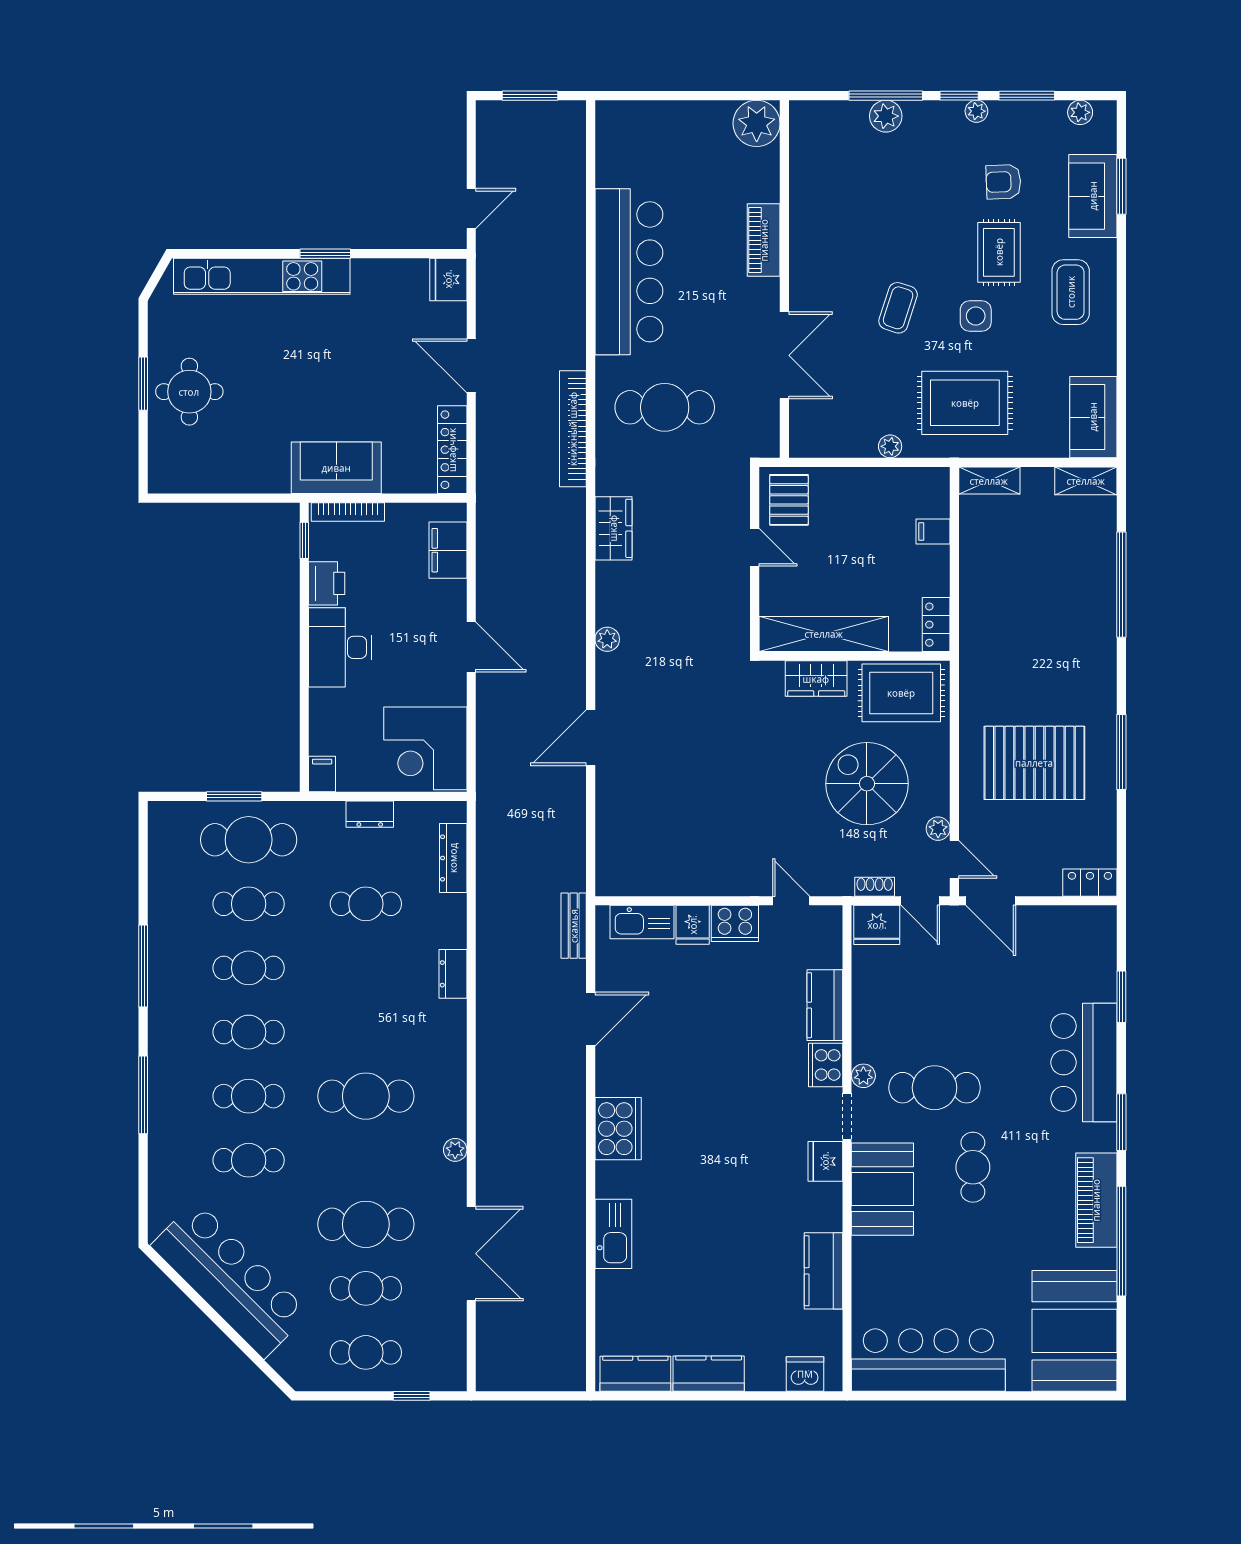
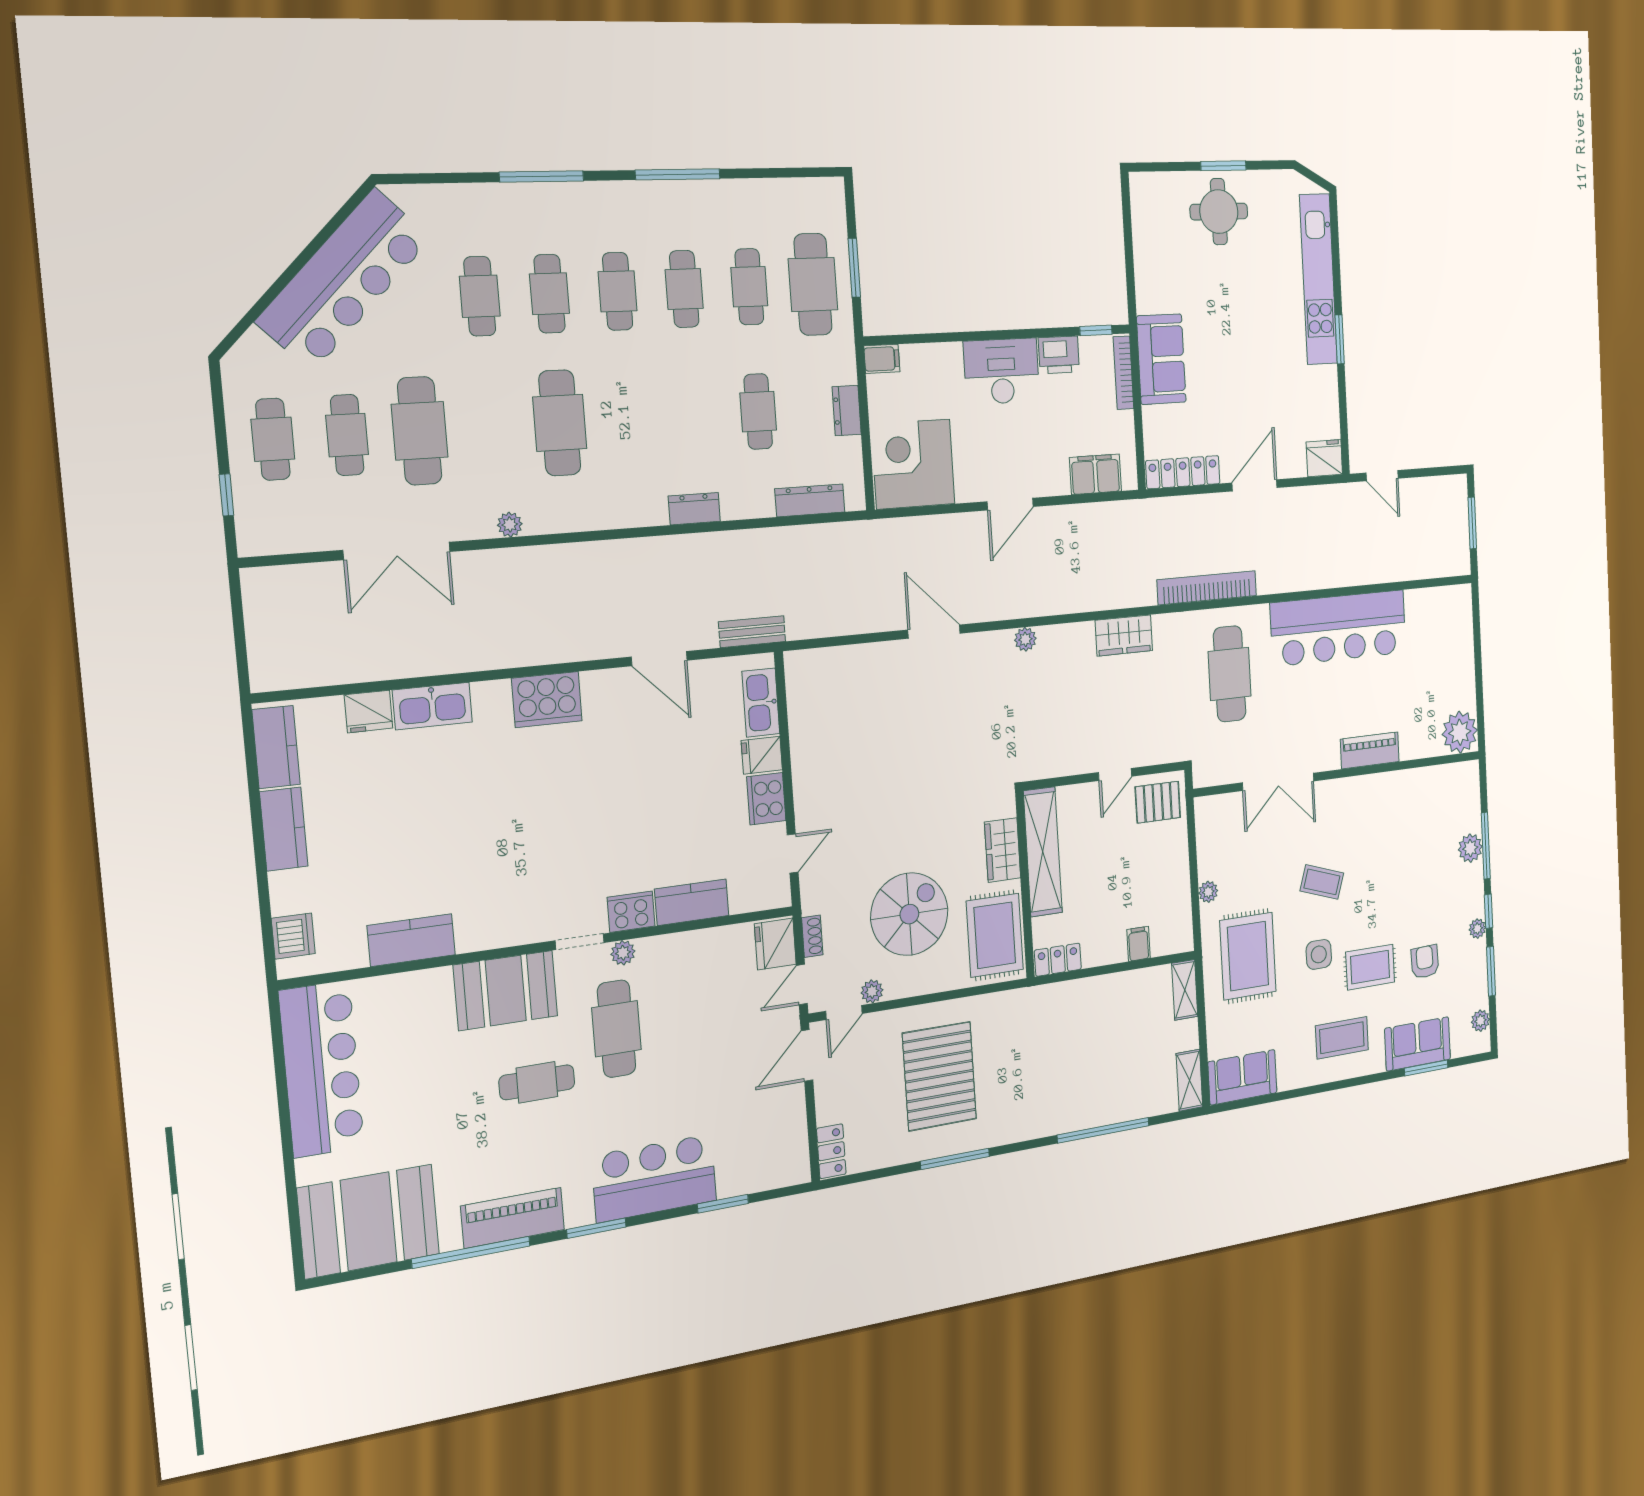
fridge: (825, 1161) -> (369, 711), moved, turned 180

